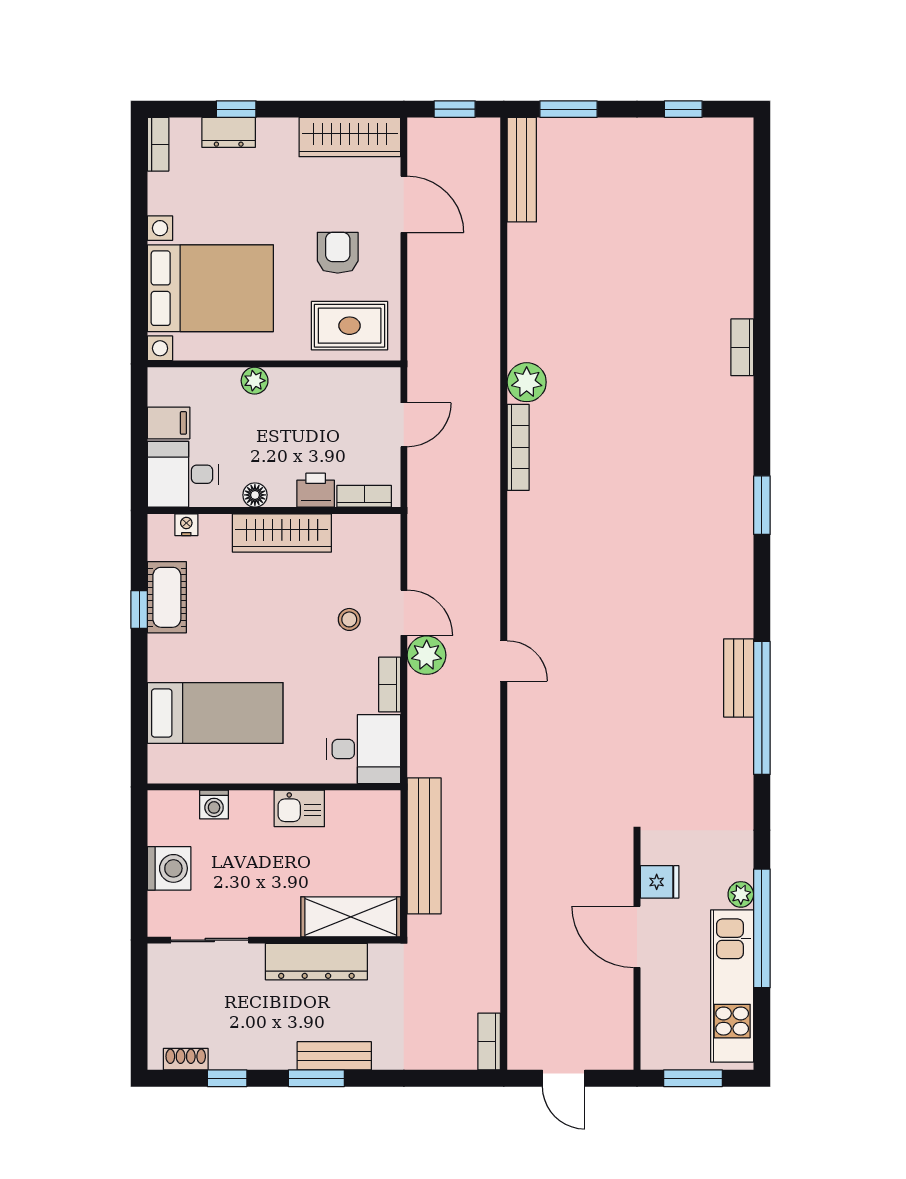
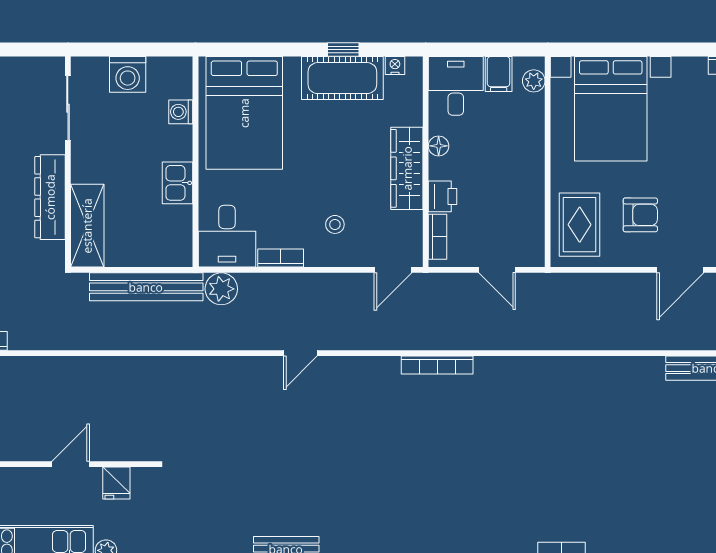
plant: (255, 381) -> (534, 81), moved
plant: (527, 382) -> (532, 372), removed
bookcase: (518, 447) -> (437, 365), moved
nightstand: (186, 525) -> (395, 66), moved, turned -90
cot: (167, 597) -> (342, 78), width x1.37, depth x1.34
door: (404, 613) -> (393, 270), moved
plant: (427, 655) -> (221, 289), moved
bed: (215, 713) -> (244, 113), width x1.50
door: (637, 937) -> (71, 464), width x0.73

